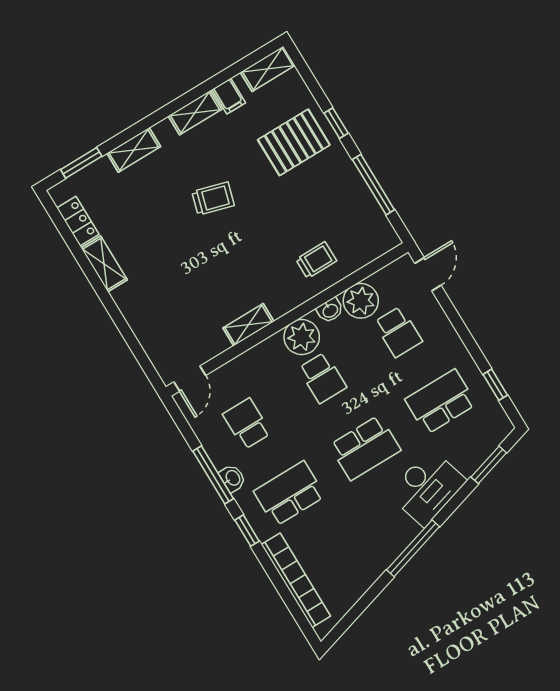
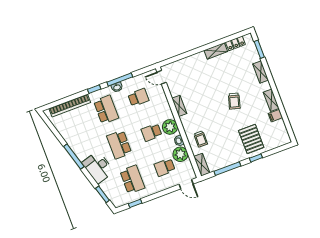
shelving: (268, 69) -> (202, 165), moved

